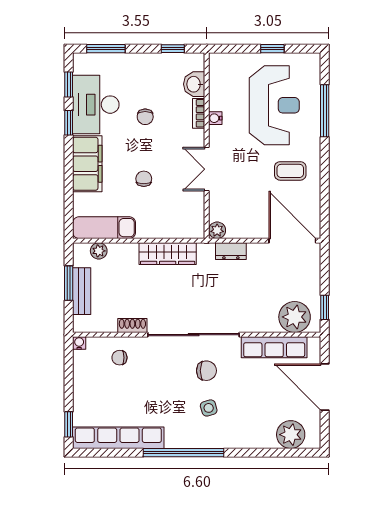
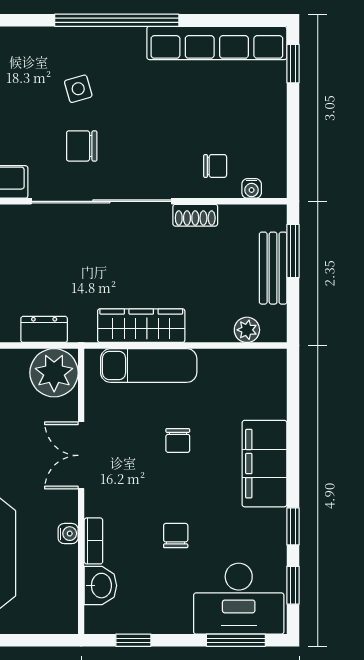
desk: (96, 105) -> (239, 599), moved, turned 90
double door: (207, 169) -> (81, 455), swing flipped
exam couch: (104, 228) -> (149, 365), moved
plant: (217, 230) -> (54, 373), width x1.87, depth x1.87
window: (69, 283) -> (293, 251), moved
water cooler: (79, 343) -> (252, 188), moved

